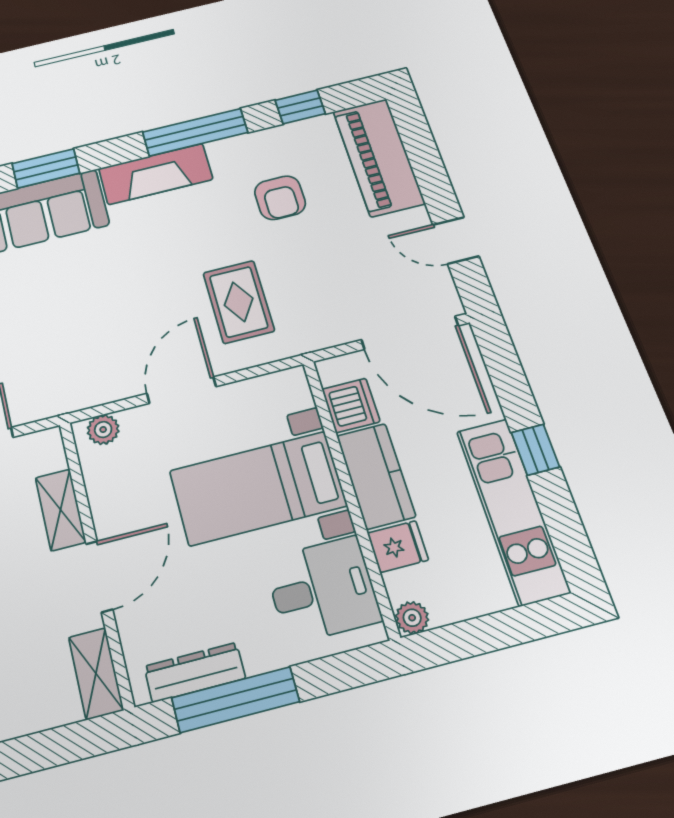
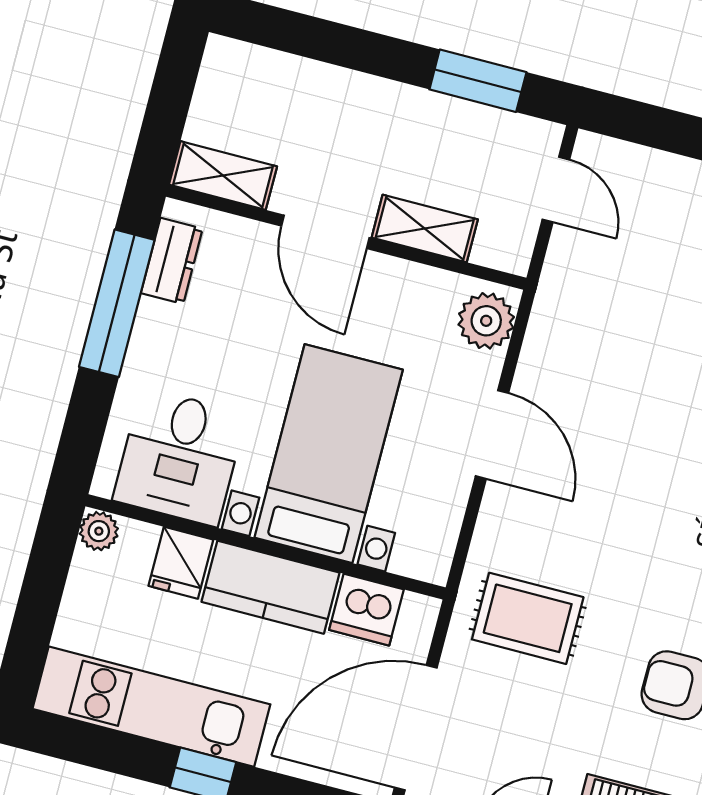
rug: (239, 302) -> (528, 618), moved
plant: (103, 430) -> (486, 321), width x1.38, depth x1.38
dresser: (195, 672) -> (172, 261), width x0.70

